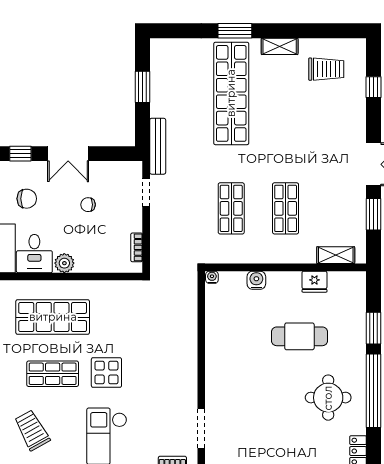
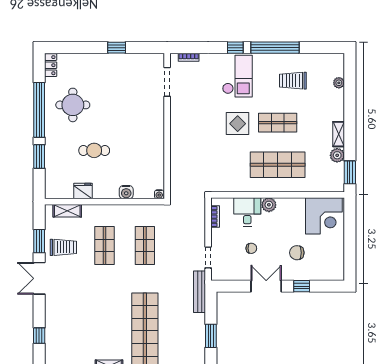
trolley: (326, 69) -> (63, 247), moved, turned 180
desk: (34, 254) -> (247, 212), moved
cafe table: (299, 336) -> (94, 150), width x0.73, depth x0.74
trolley: (32, 430) -> (293, 81), turned 119

